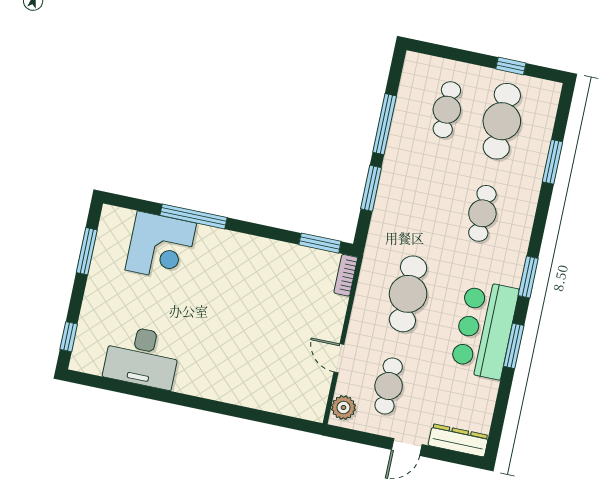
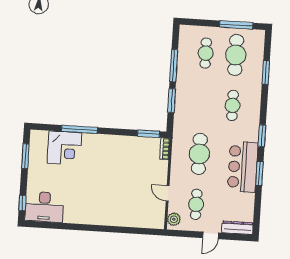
window: (511, 66) -> (236, 25), width x2.17
desk: (142, 357) -> (44, 207), moved

